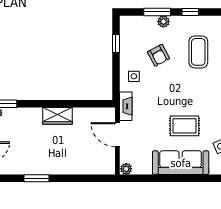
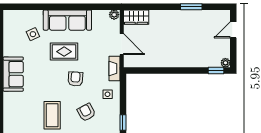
armchair: (171, 94) -> (75, 79), added
wardrobe: (58, 116) -> (136, 17), moved, turned 180

